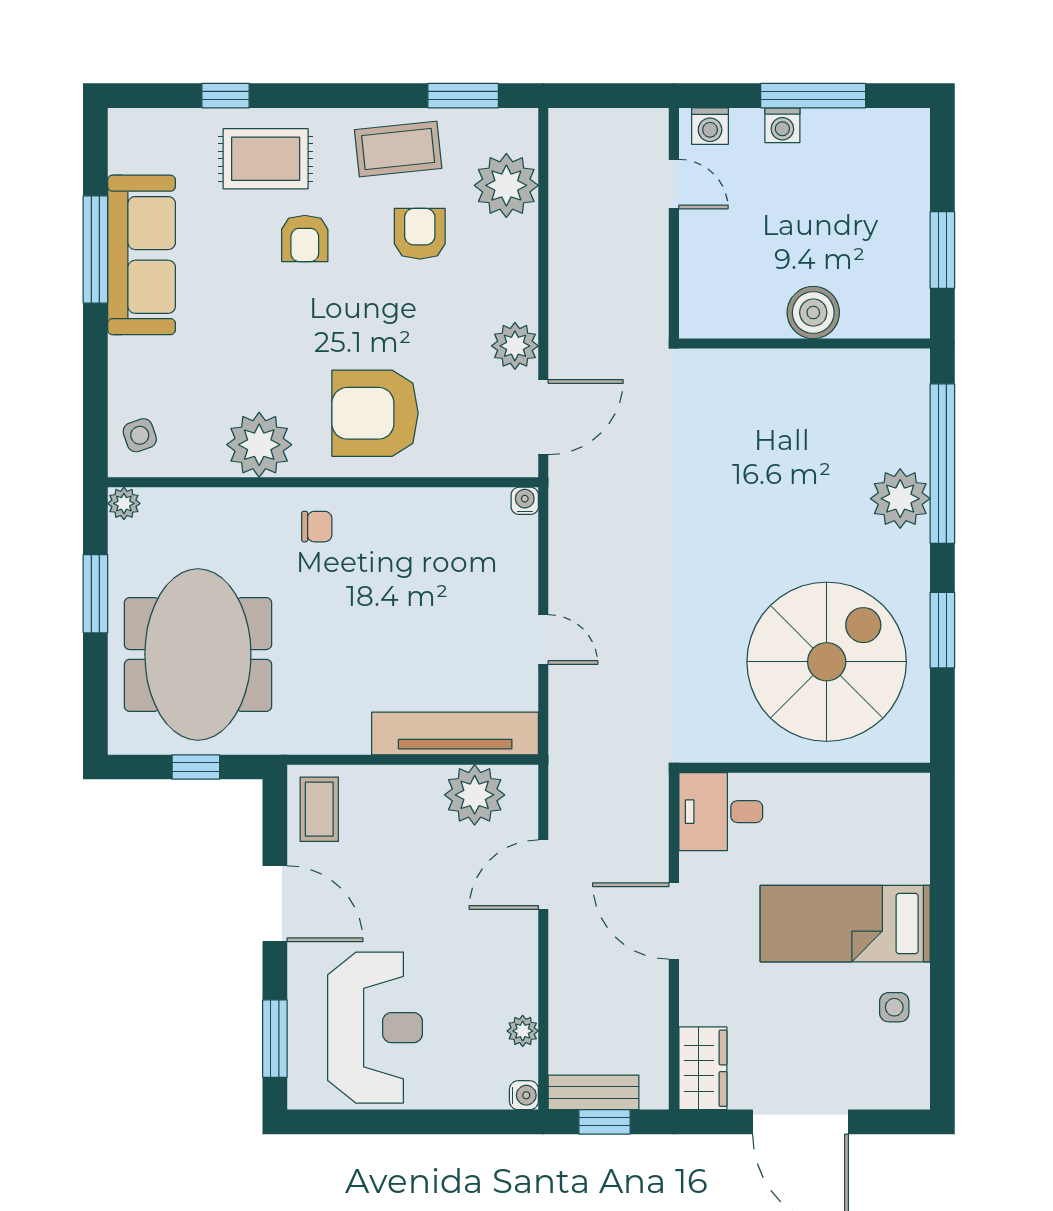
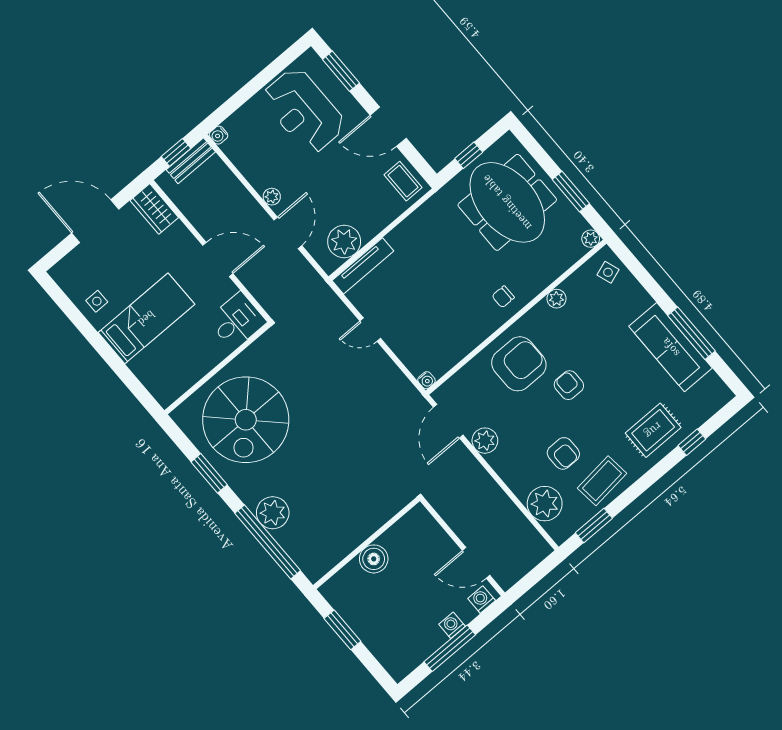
door: (674, 184) -> (476, 563), width x1.38
armchair: (305, 239) -> (569, 385), moved
plant: (259, 445) -> (556, 299), width x0.53, depth x0.53
tv unit: (455, 733) -> (363, 266), width x0.73, depth x0.78
plant: (523, 1031) -> (272, 197), moved

